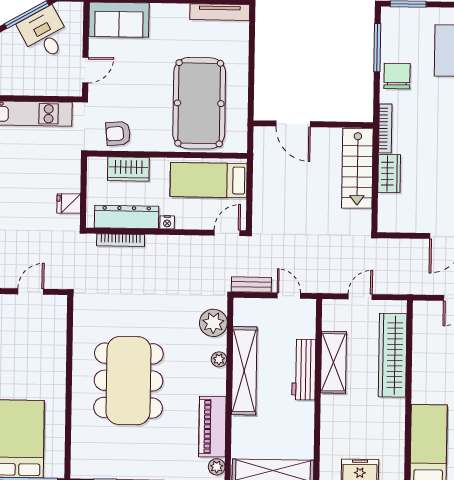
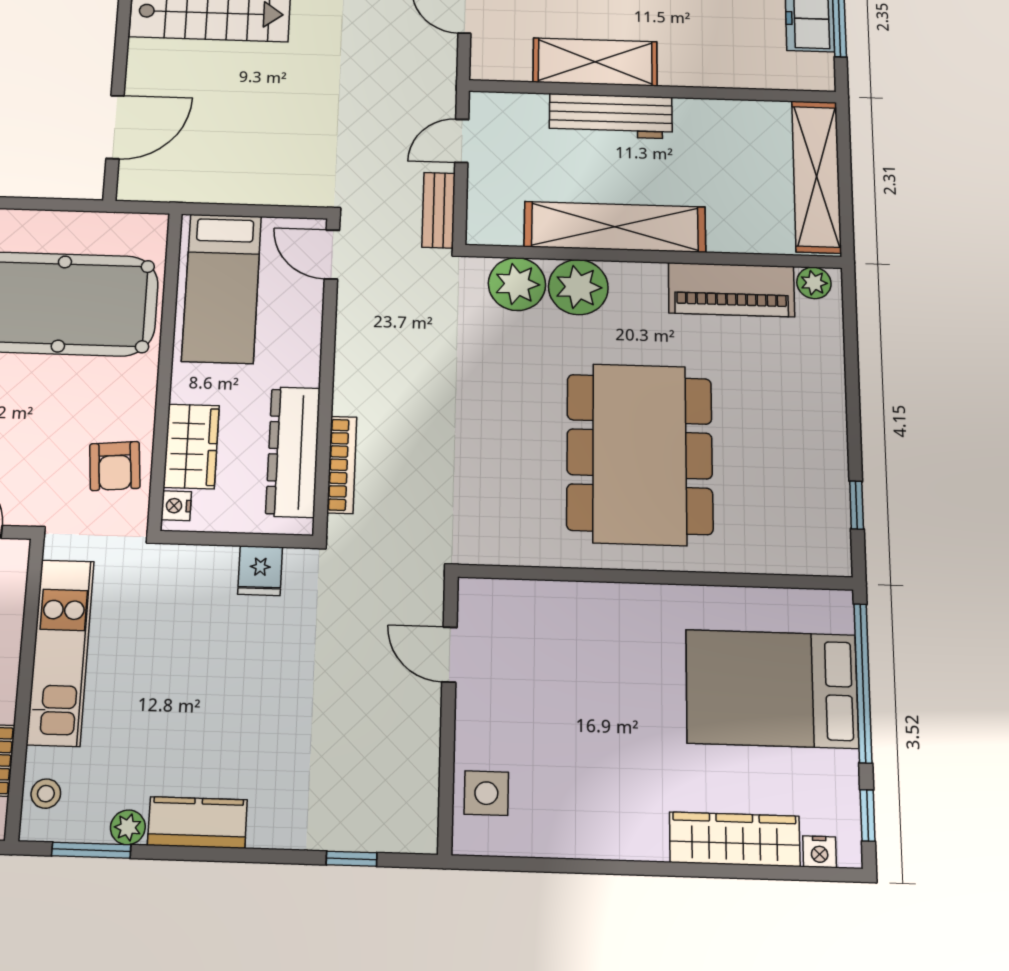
nightstand: (167, 222) -> (176, 506), moved, turned 180
plant: (219, 359) -> (578, 287), width x1.87, depth x1.87
dining table: (128, 381) -> (640, 454), turned 90

